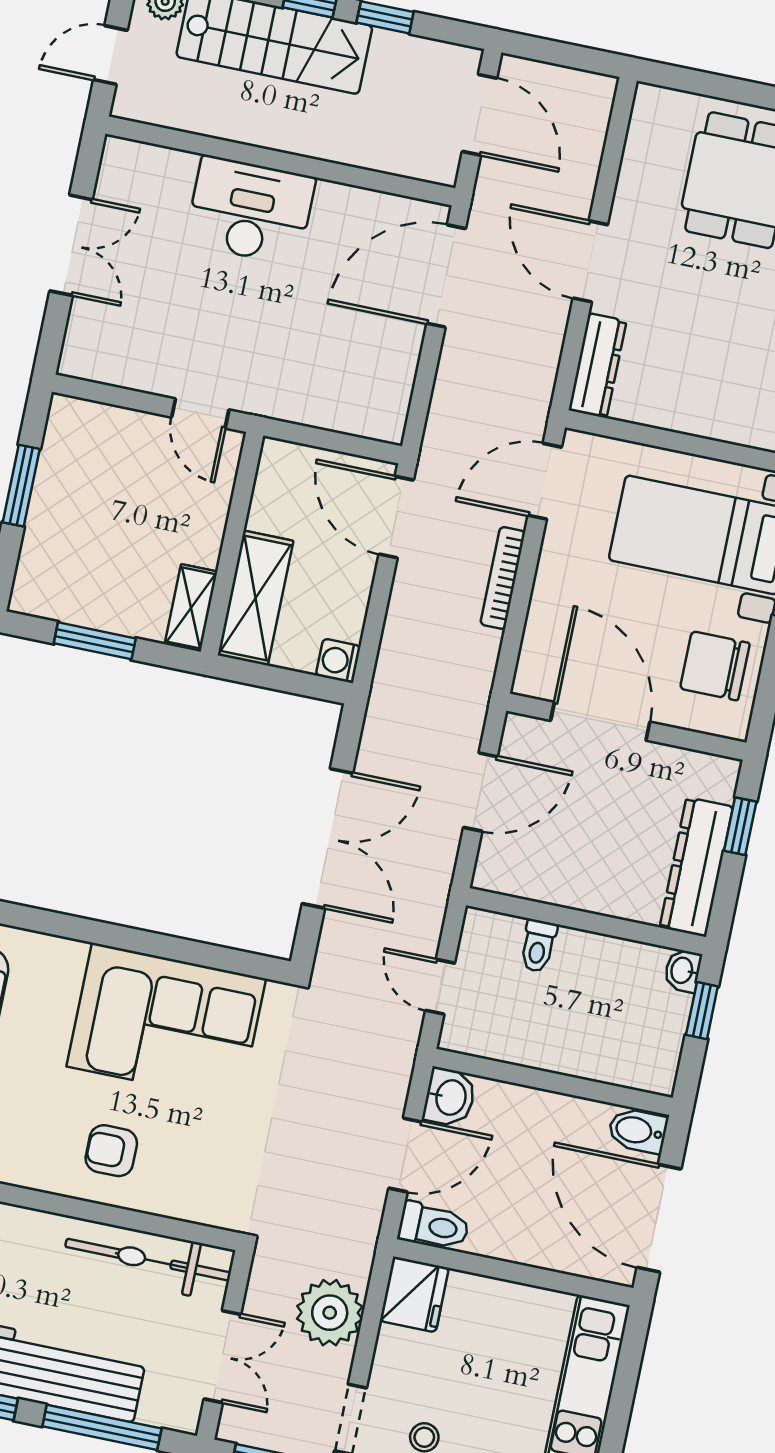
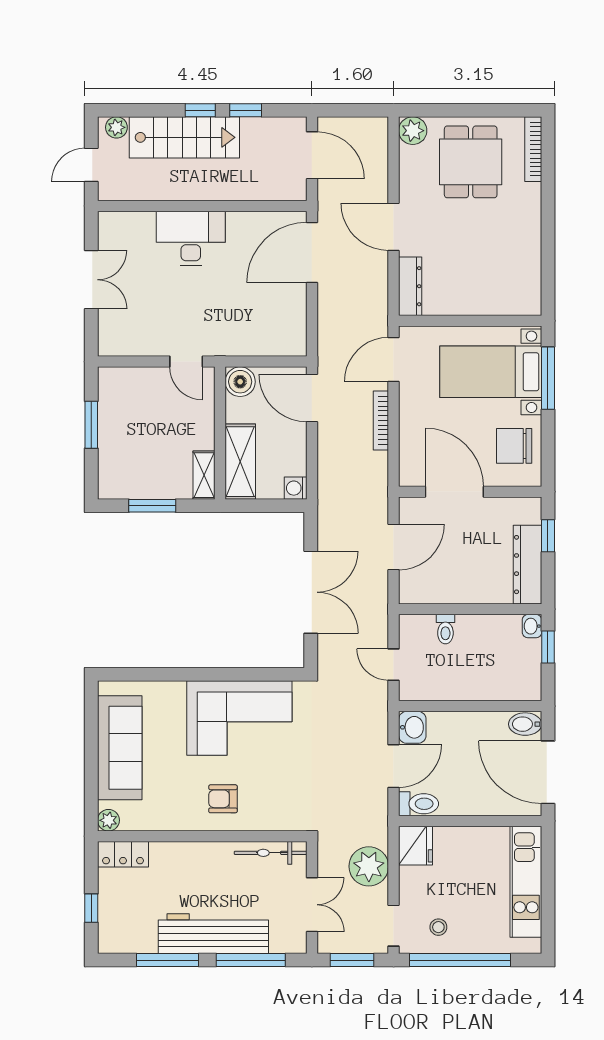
plant: (655, 108) -> (413, 131), added
boiler: (283, 465) -> (240, 382), added
bicycle: (148, 1260) -> (271, 853), width x0.73, depth x0.71

